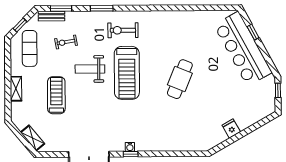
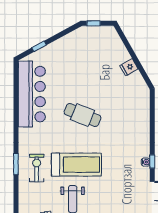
window: (102, 8) -> (16, 164), moved
exercise bike: (123, 30) -> (37, 168), turned 180
bar counter: (243, 49) -> (32, 94), moved, turned -61

